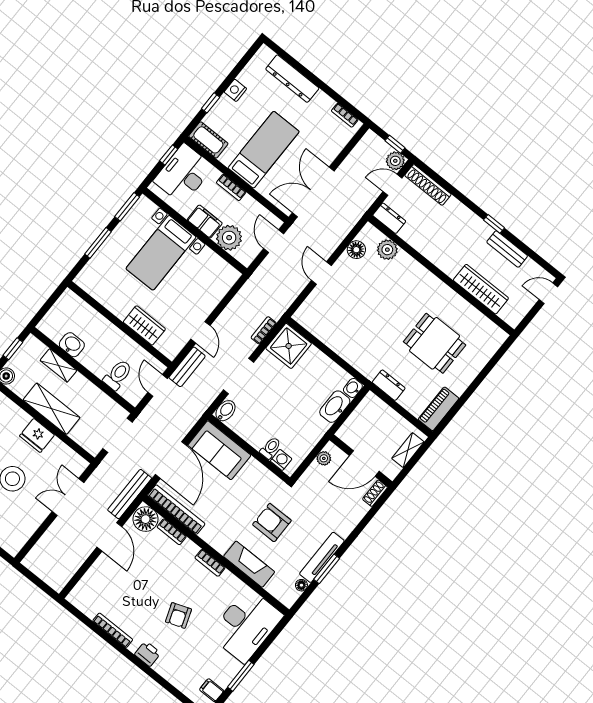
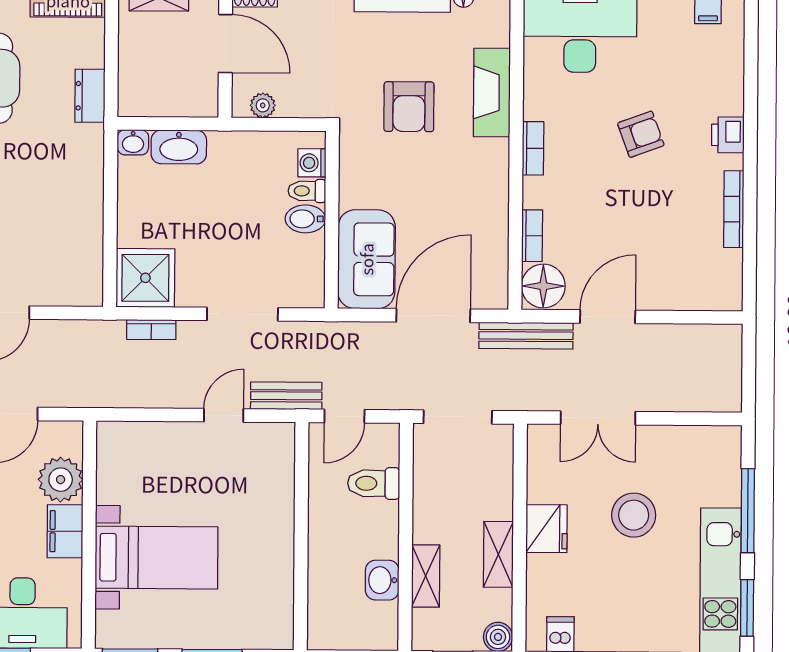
wardrobe: (144, 325) -> (276, 501), removed
shelving: (52, 409) -> (498, 554), width x0.67, depth x0.75
bidet: (225, 411) -> (305, 219), moved
bookcase: (176, 510) -> (496, 254), removed

